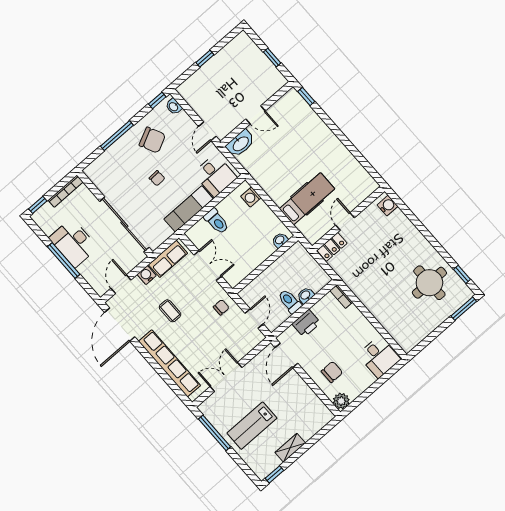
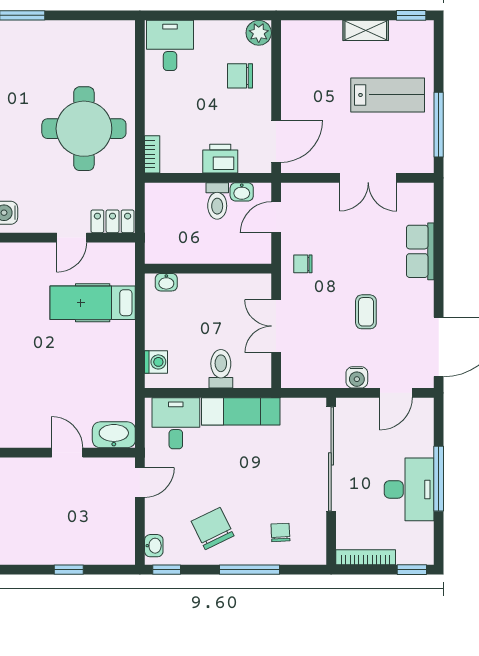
chair: (157, 178) -> (280, 532), moved
row of seats: (168, 259) -> (316, 374), removed
round table: (429, 283) -> (84, 129), moved, width x1.36, depth x1.36
washbasin: (306, 295) -> (242, 192), moved
row of seats: (169, 363) -> (420, 251), width x0.50

